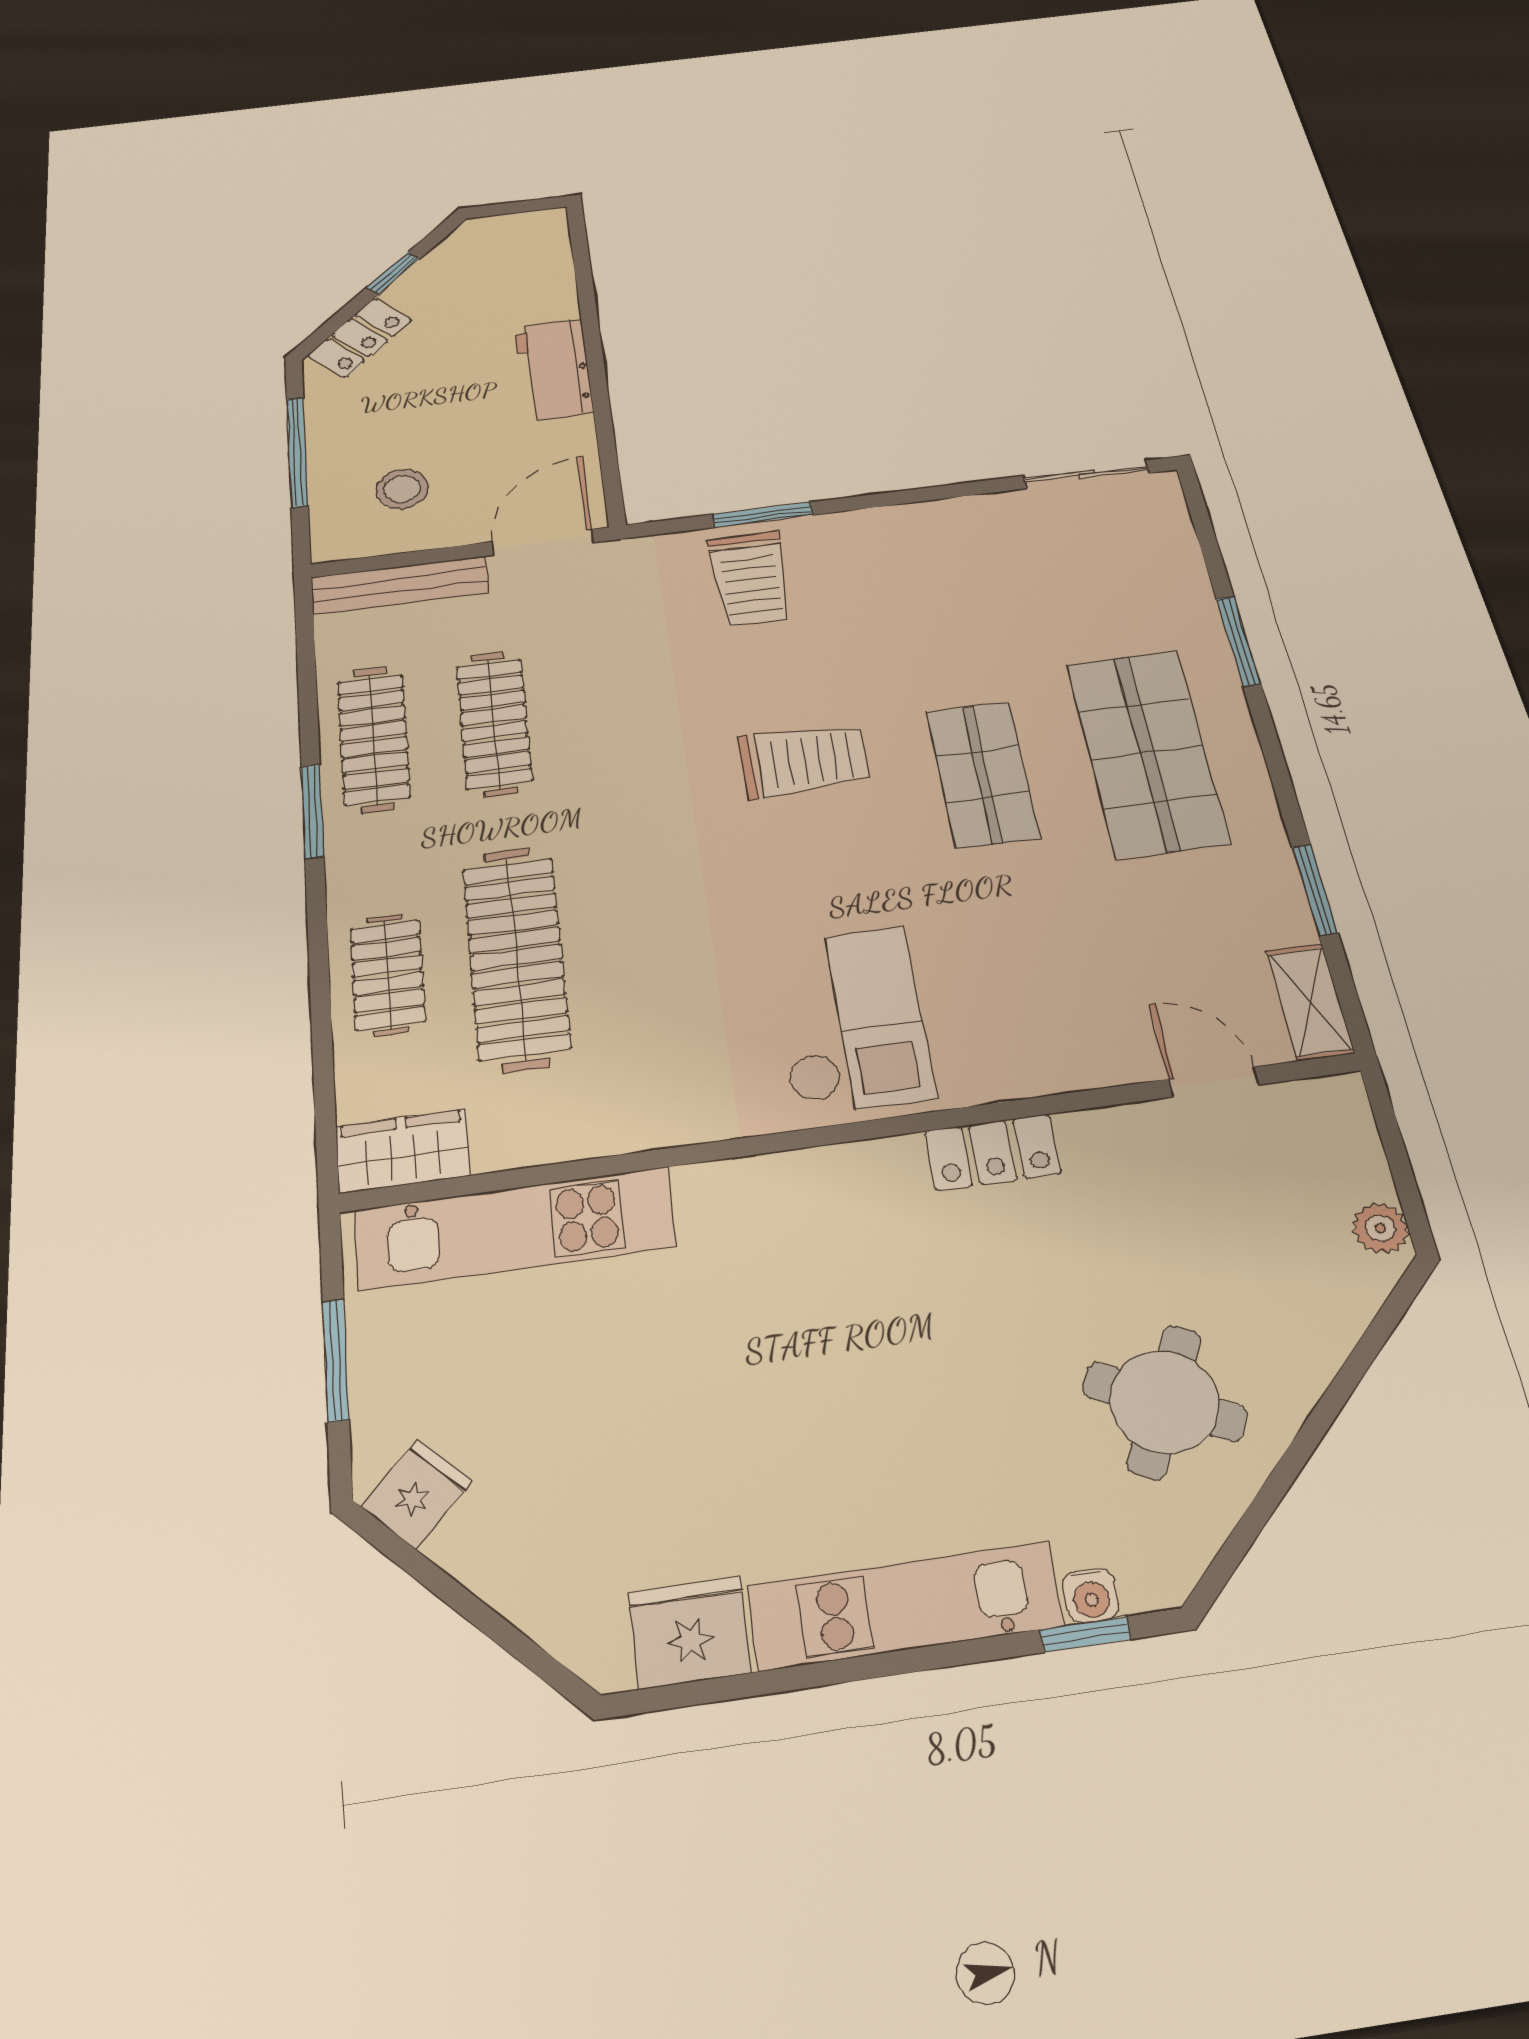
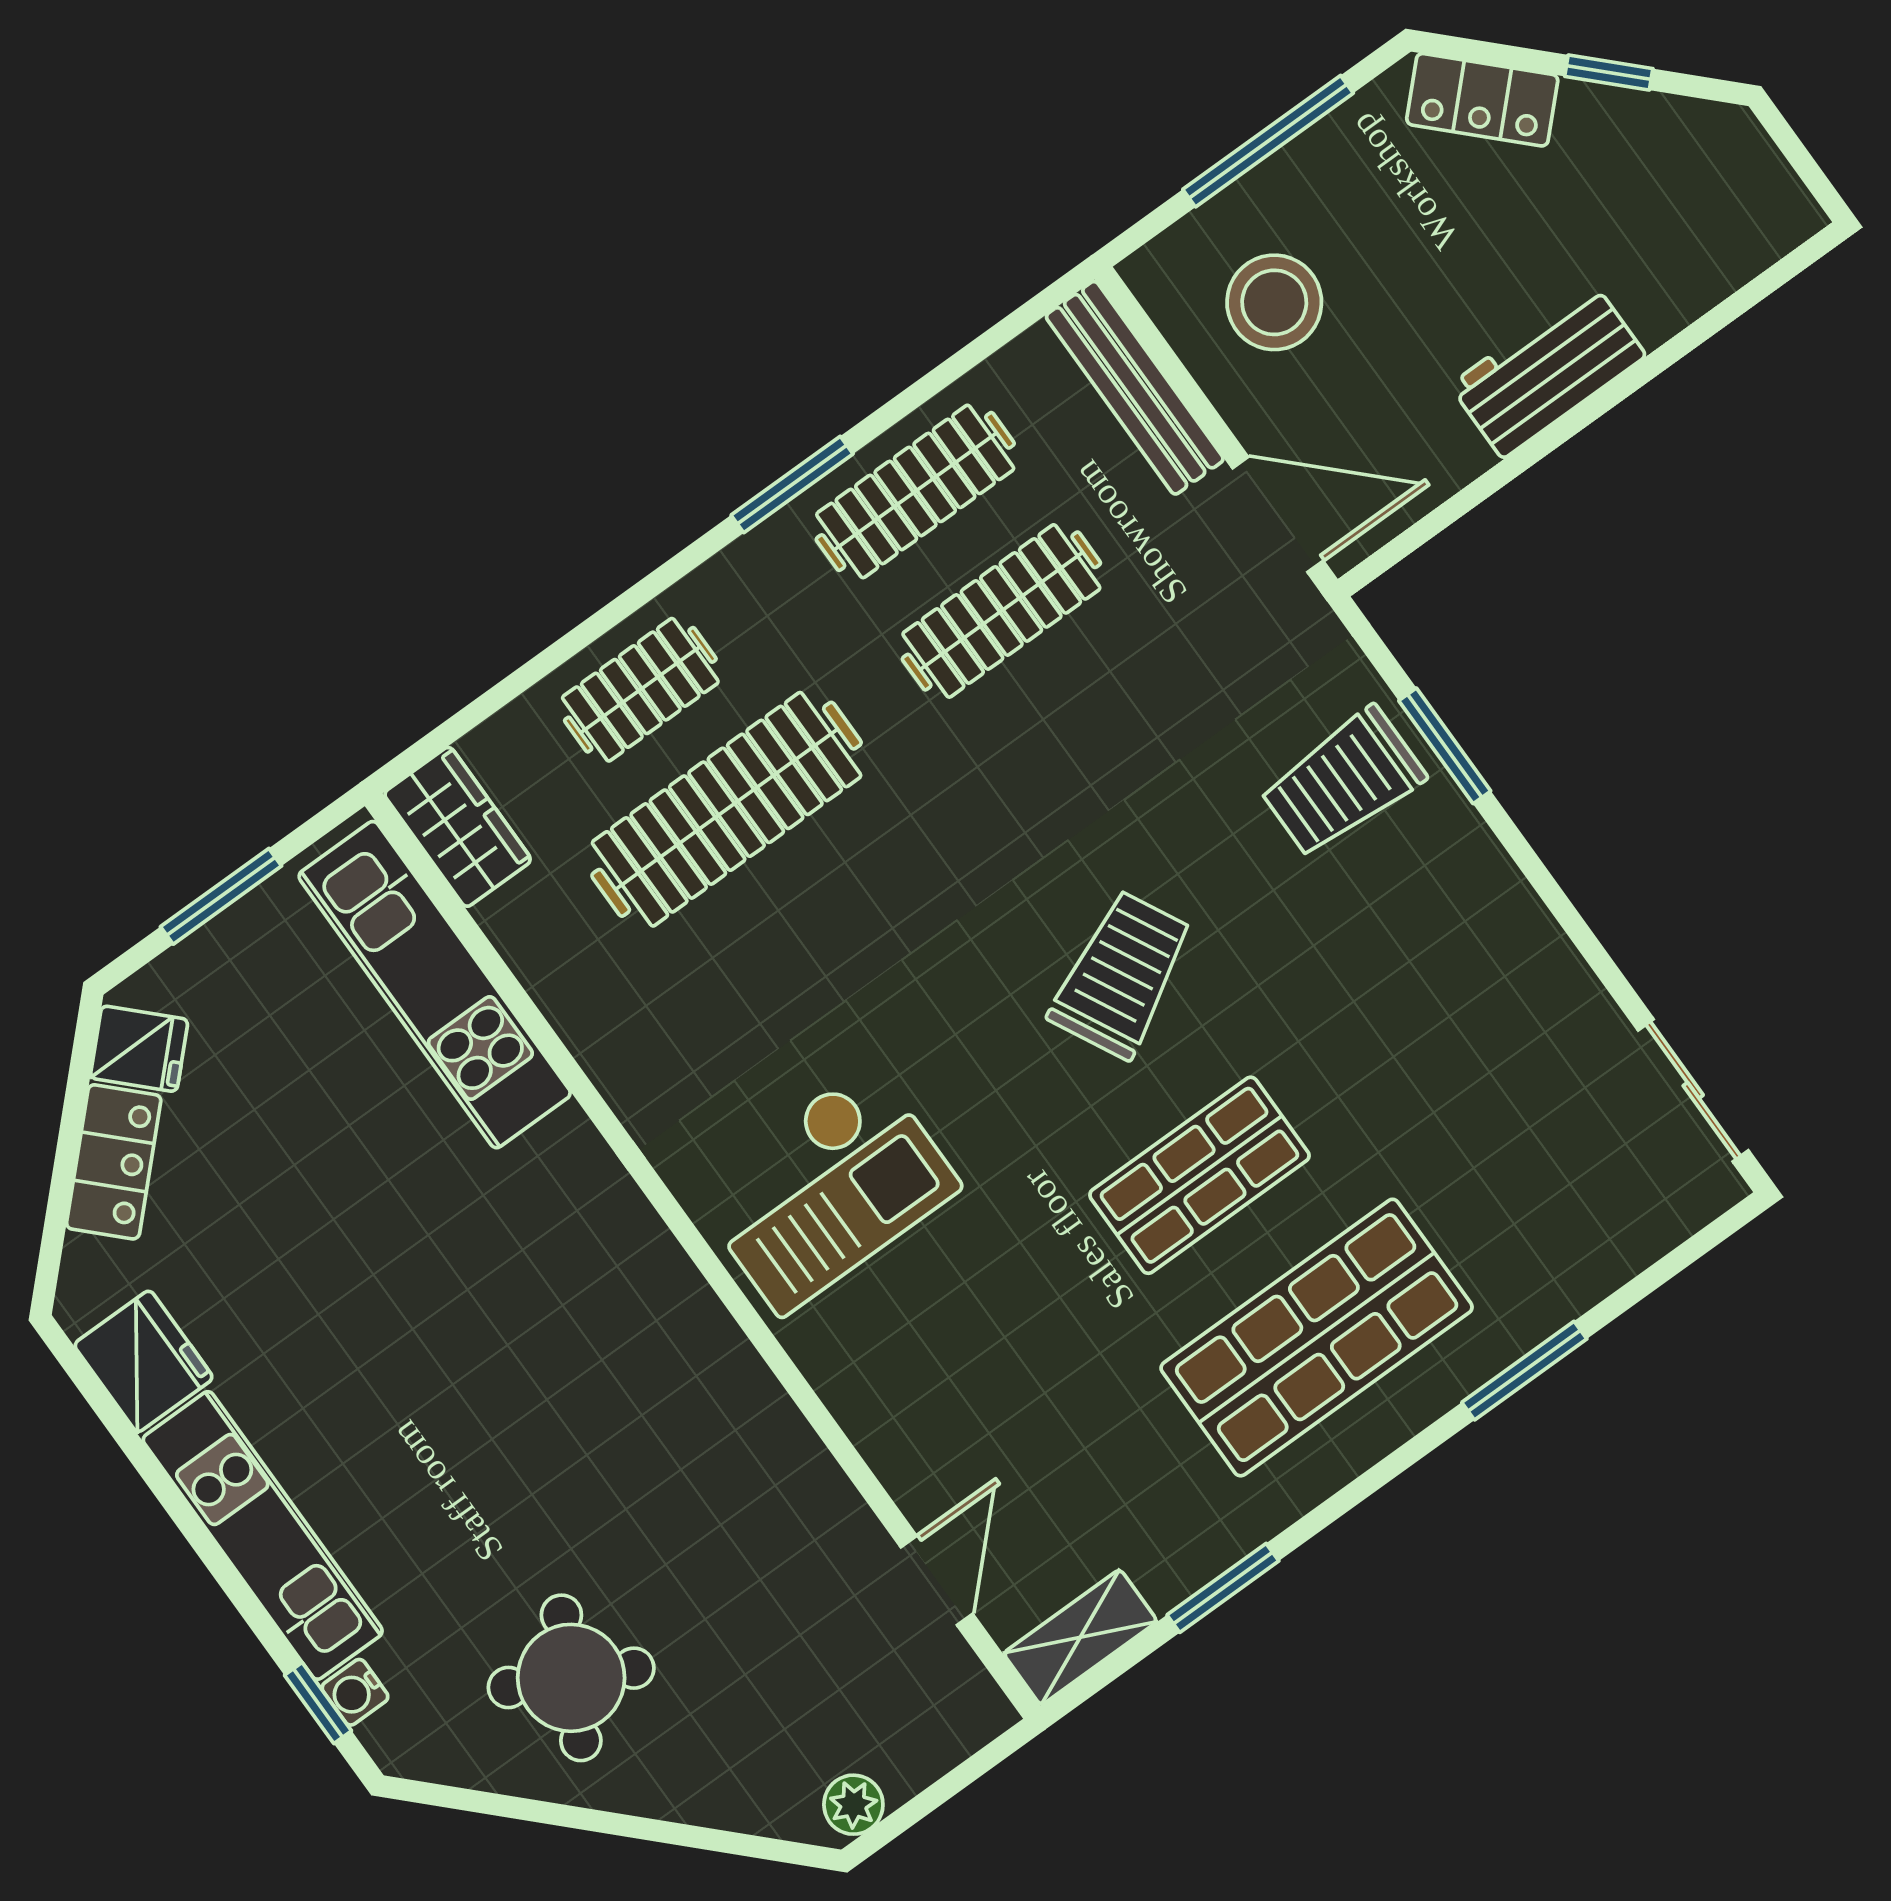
stool: (402, 489) -> (1274, 302), width x1.38, depth x1.38
trolley: (803, 760) -> (1121, 975), turned -117
locker: (993, 1152) -> (114, 1162), moved, turned -135

